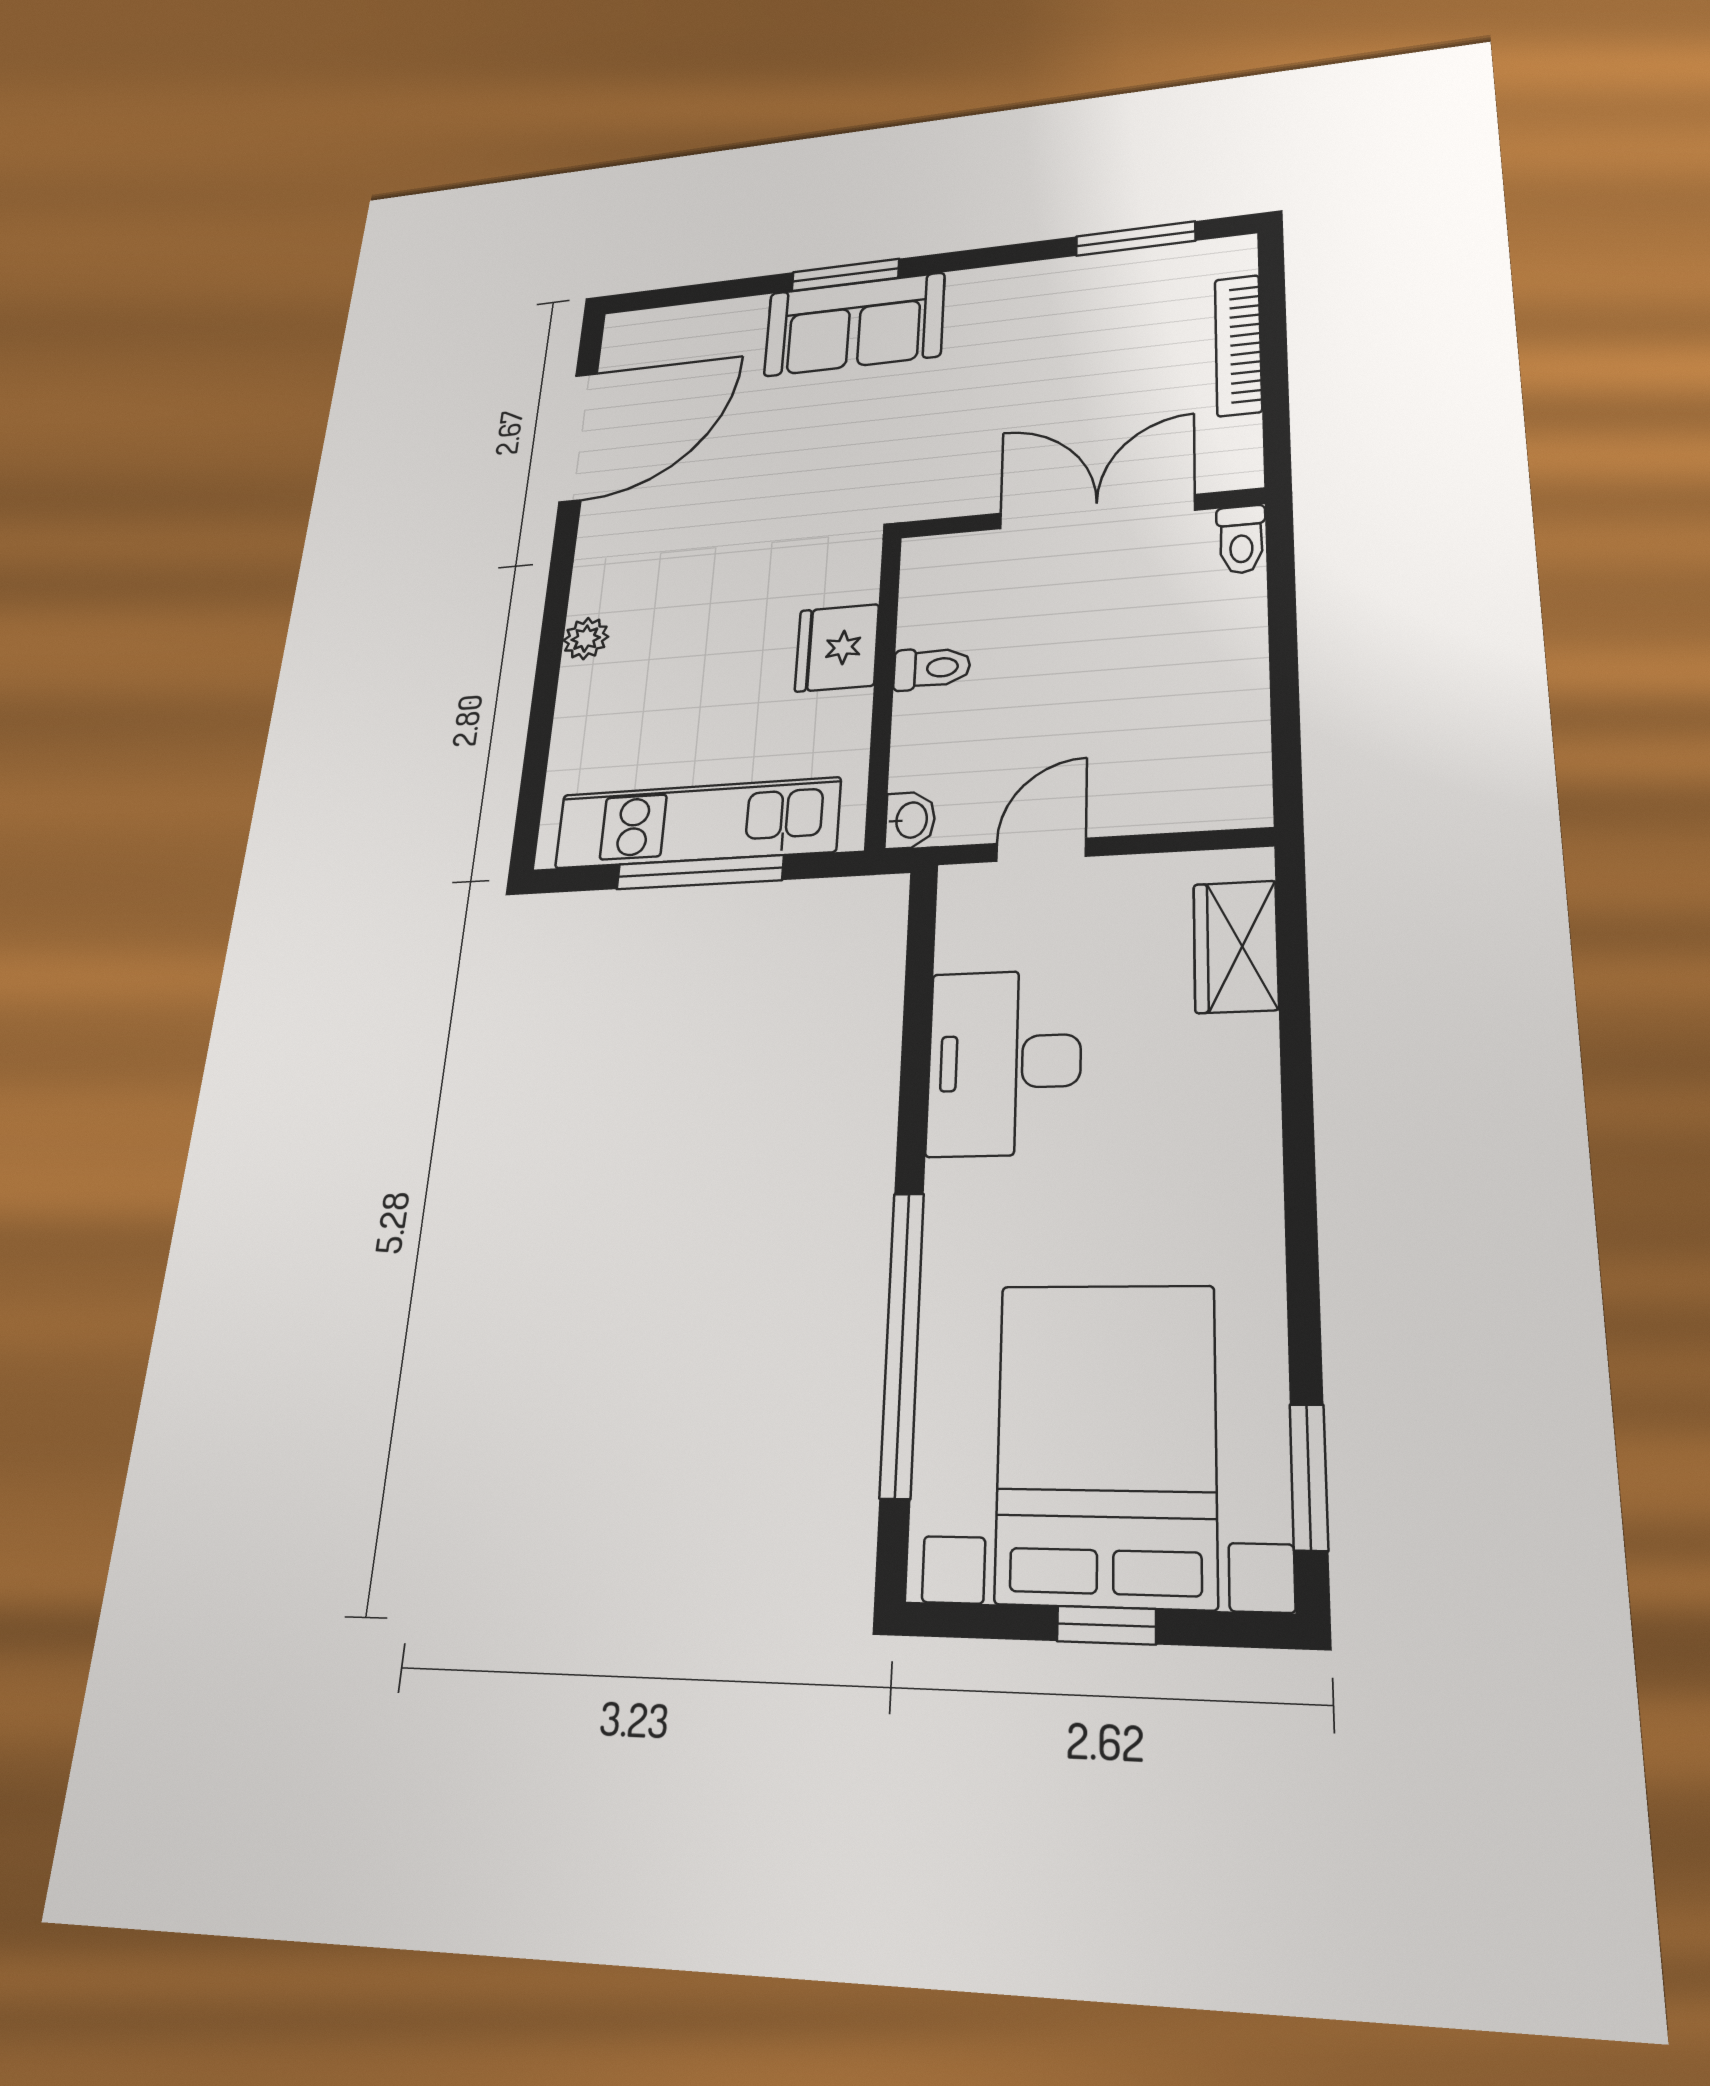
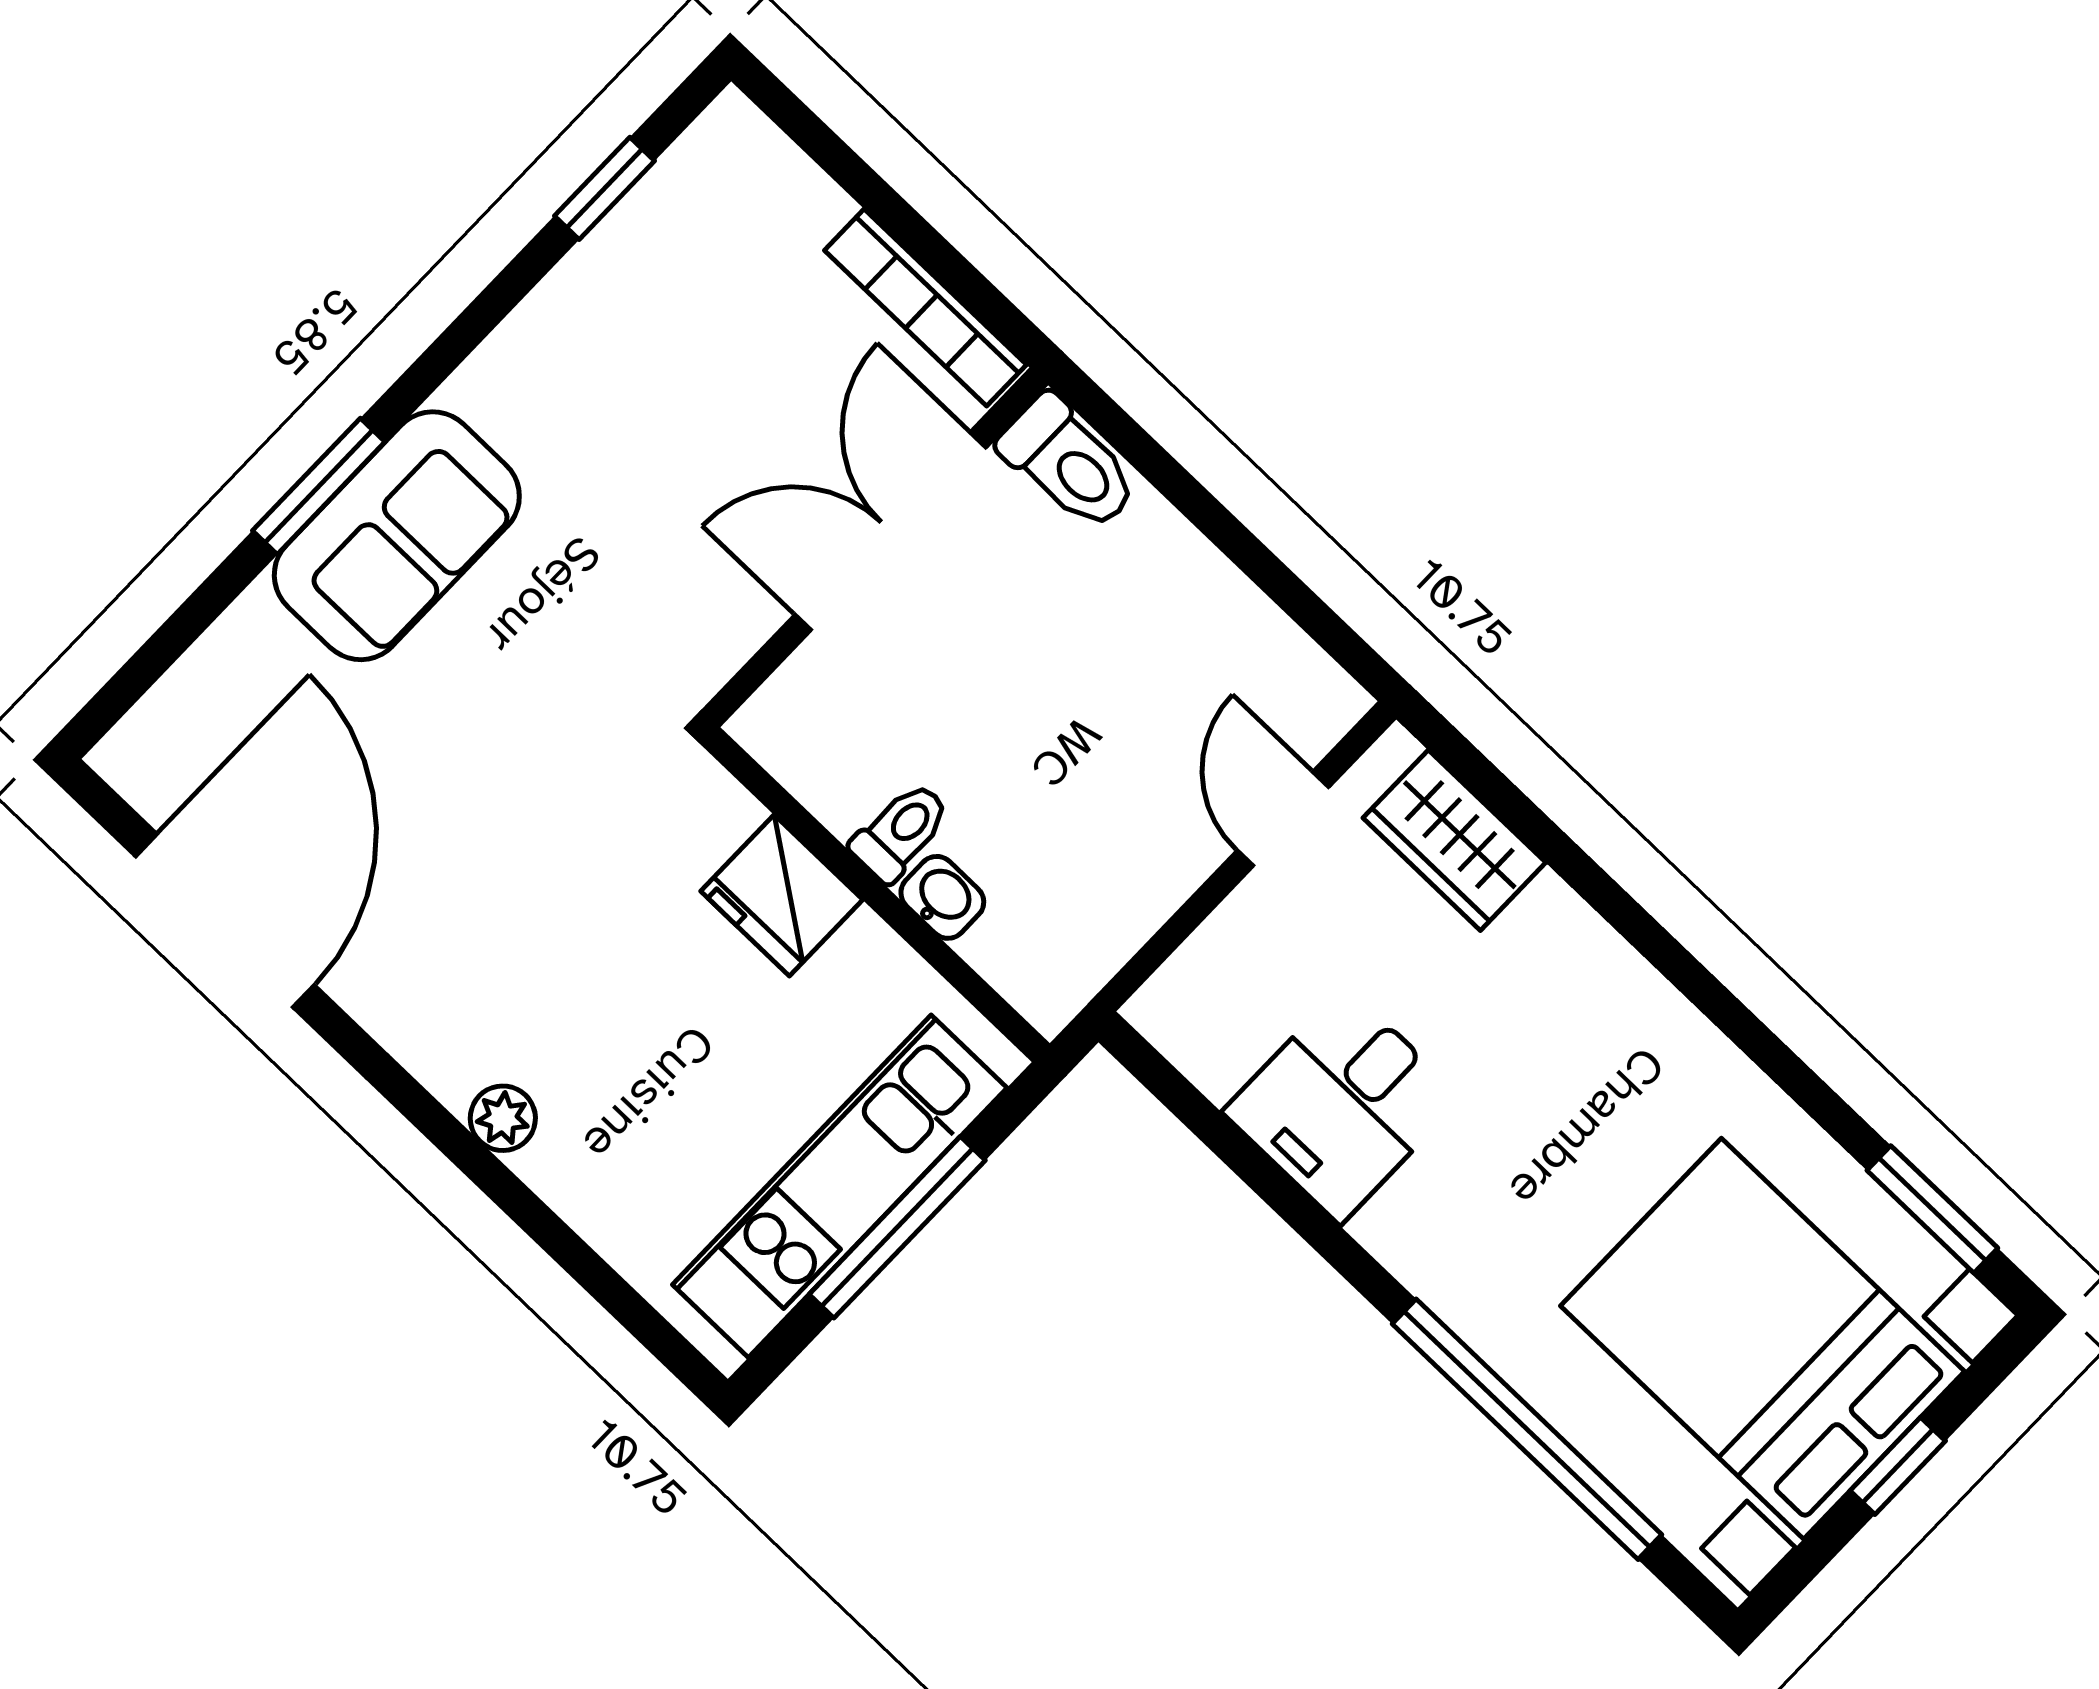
window: (1135, 239) -> (605, 188), width x0.67
bookcase: (1238, 345) -> (925, 307), moved
toilet: (1241, 539) -> (1069, 463), width x1.37, depth x1.39
washbasin: (910, 820) -> (942, 897), moved
door: (1041, 850) -> (1283, 819), moved
desk: (1004, 1062) -> (1342, 1105), width x0.73

